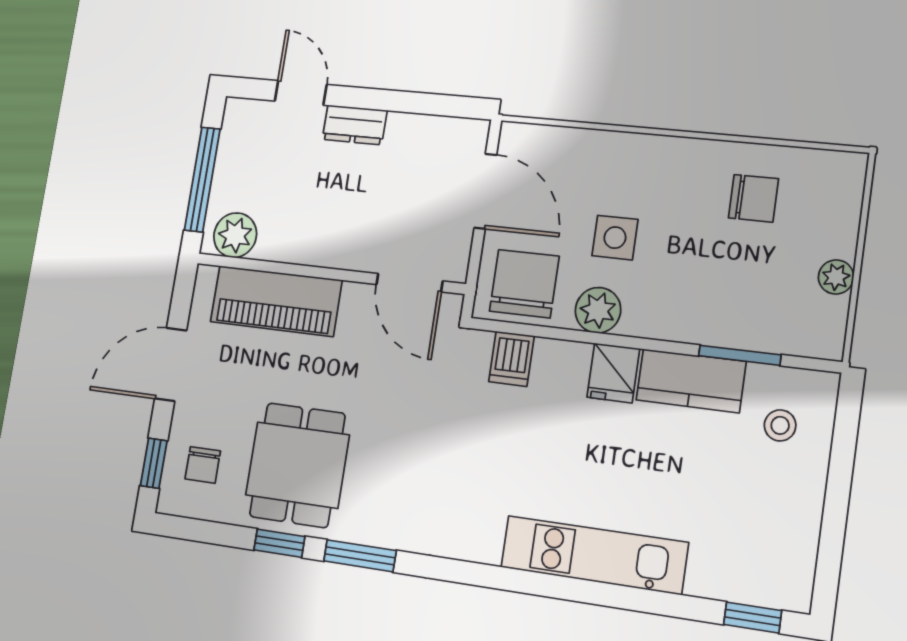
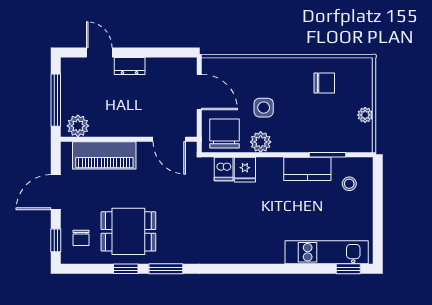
fridge: (613, 373) -> (245, 170), moved
dining table: (297, 465) -> (128, 231), turned 90
kitchen unit: (594, 555) -> (327, 252), moved

